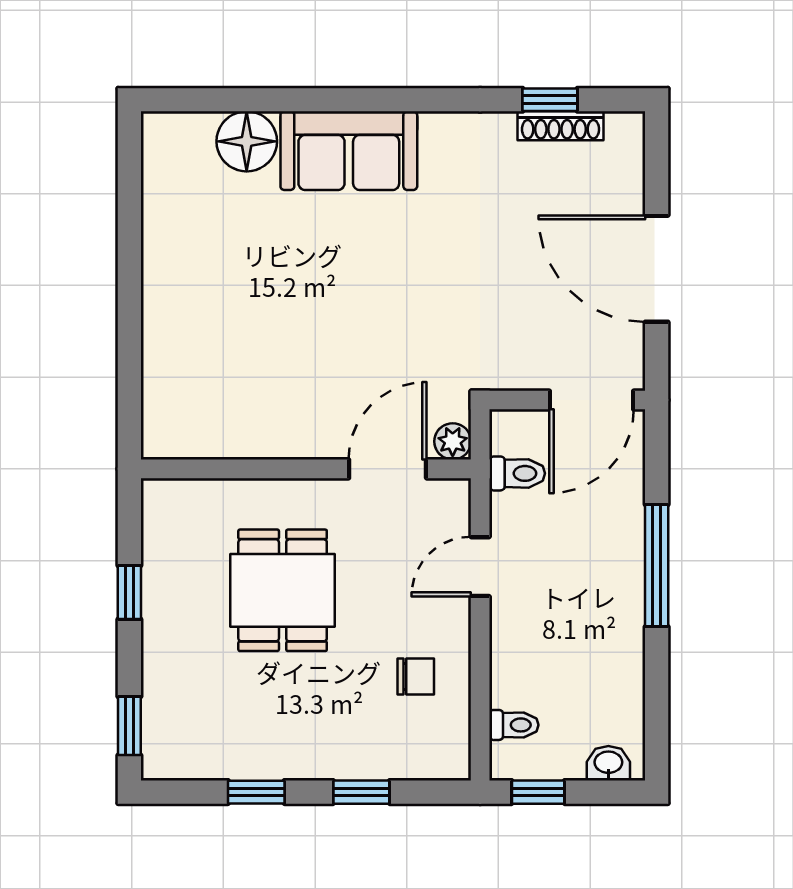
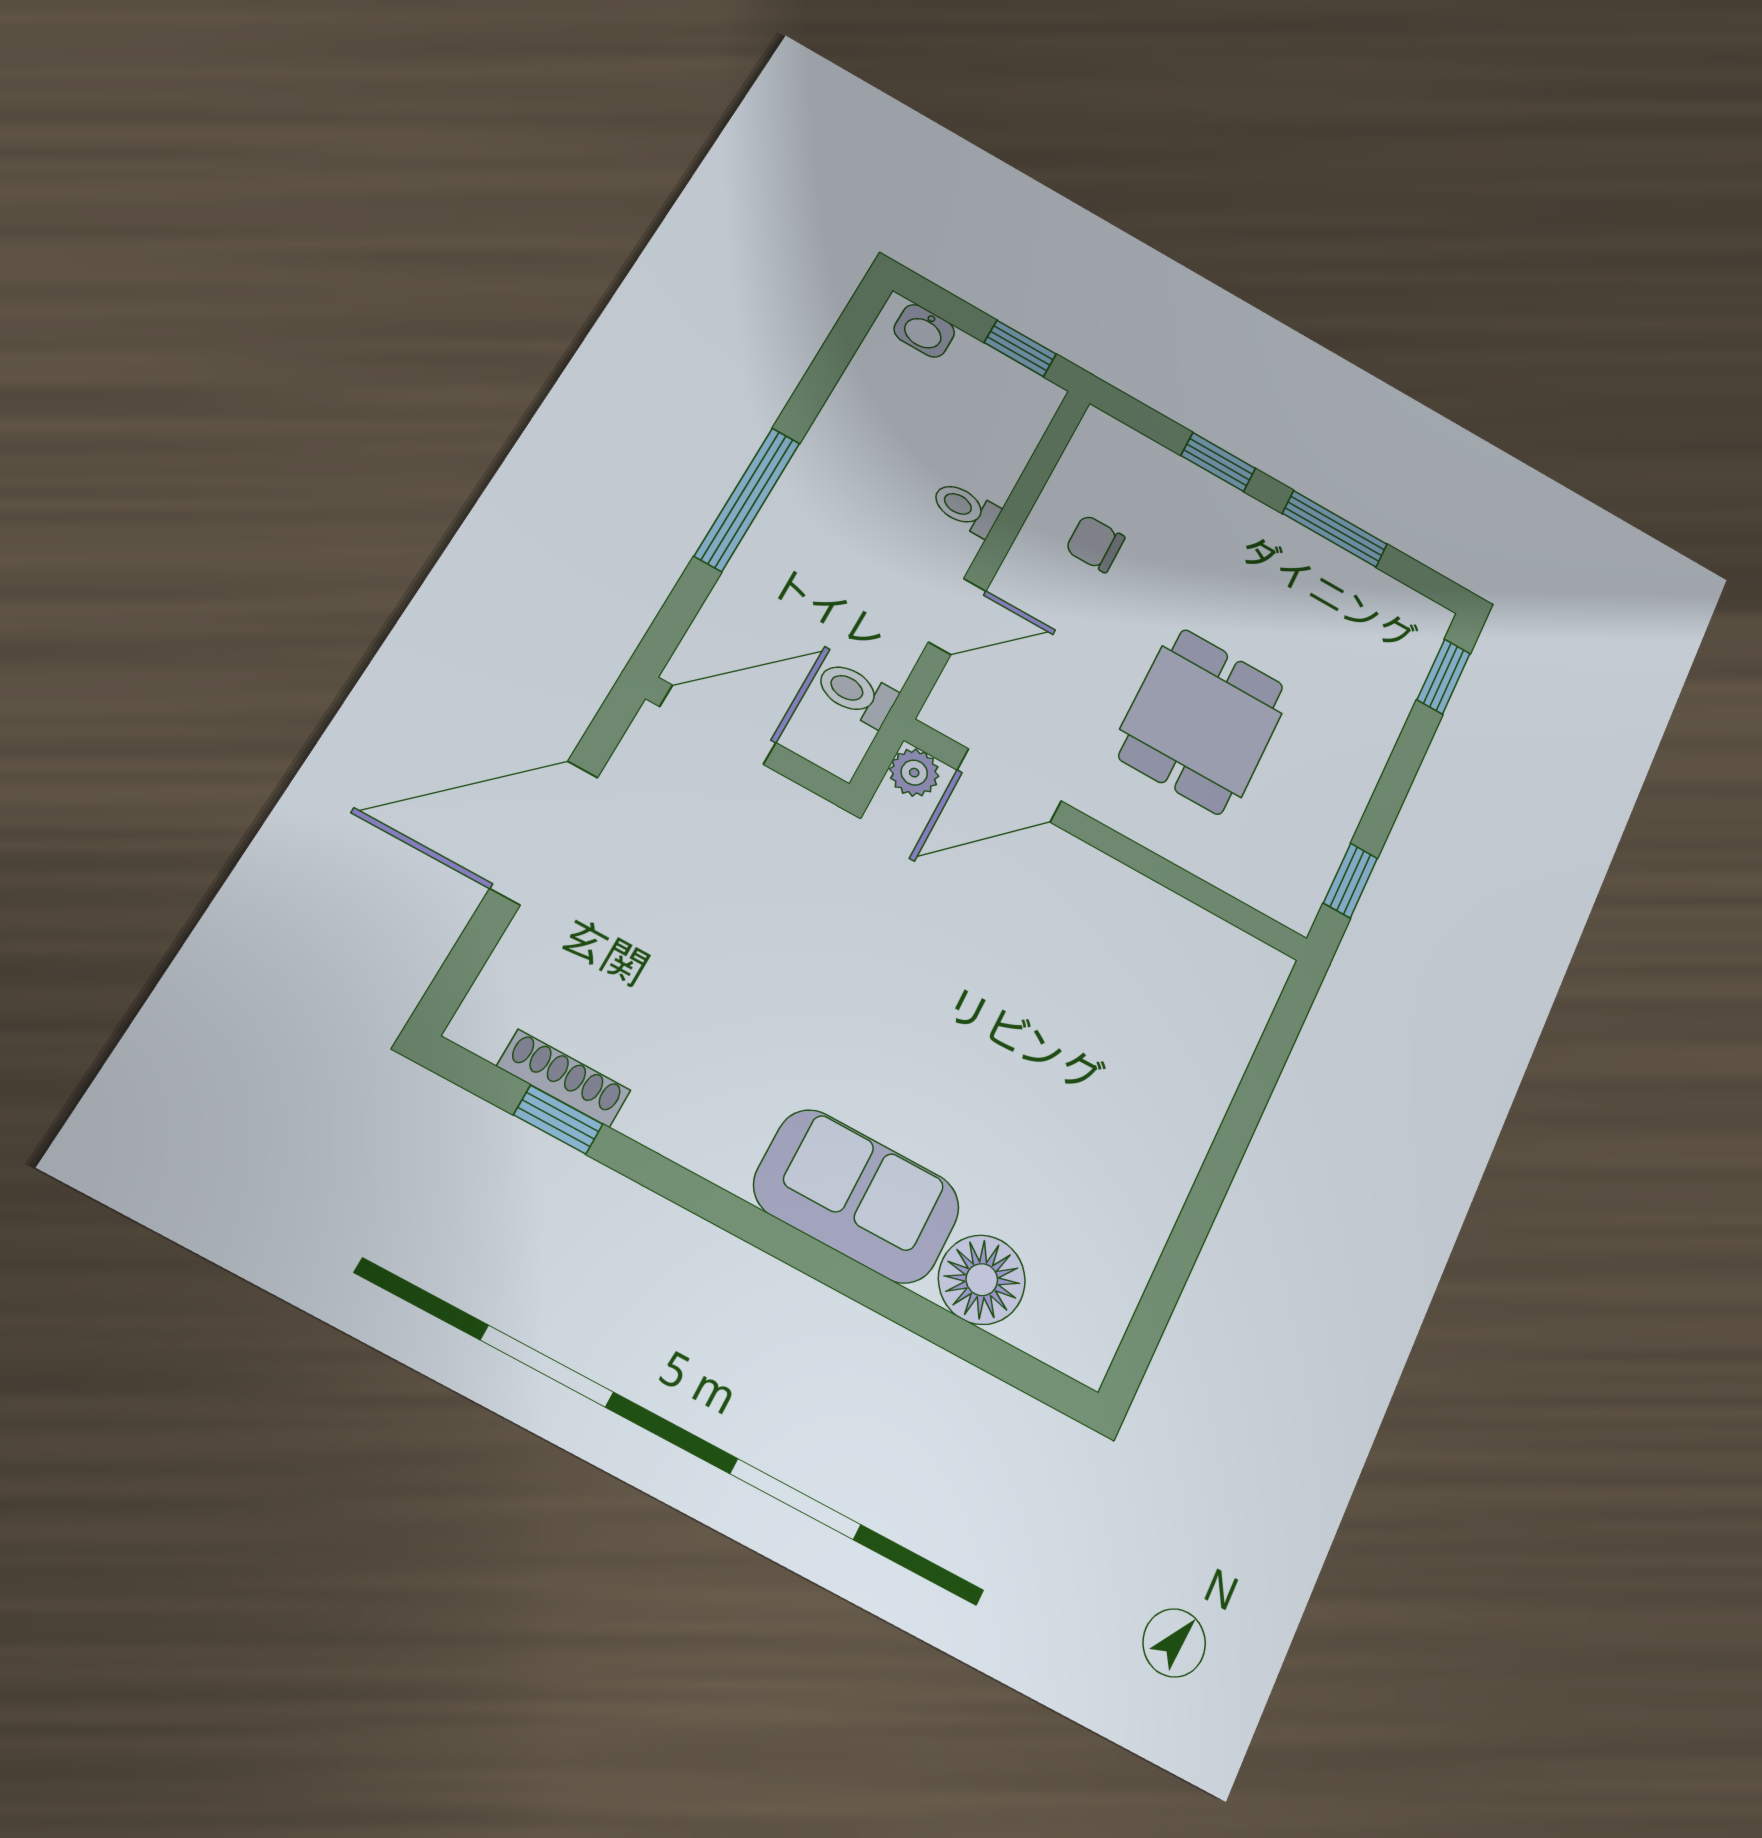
door: (657, 269) -> (544, 832), swing flipped
window: (129, 592) -> (1351, 881), moved
toilet: (514, 725) -> (966, 508), moved
window: (256, 792) -> (1335, 529), width x1.50

